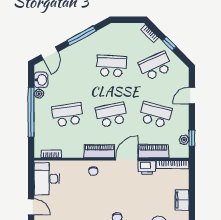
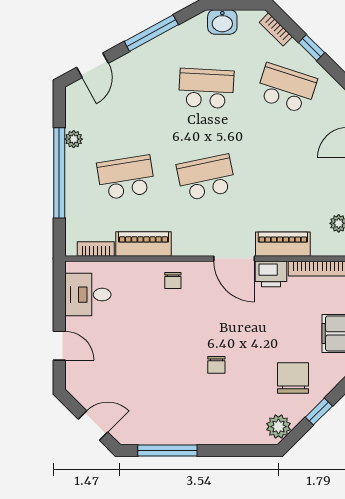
school desk: (155, 66) -> (286, 88), turned 42
washbasin: (41, 80) -> (222, 22), moved, turned 90
school desk: (155, 115) -> (286, 178), removed
piano: (99, 151) -> (143, 244), moved
door: (127, 159) -> (234, 259), swing flipped
desk: (47, 179) -> (88, 295), width x0.73

